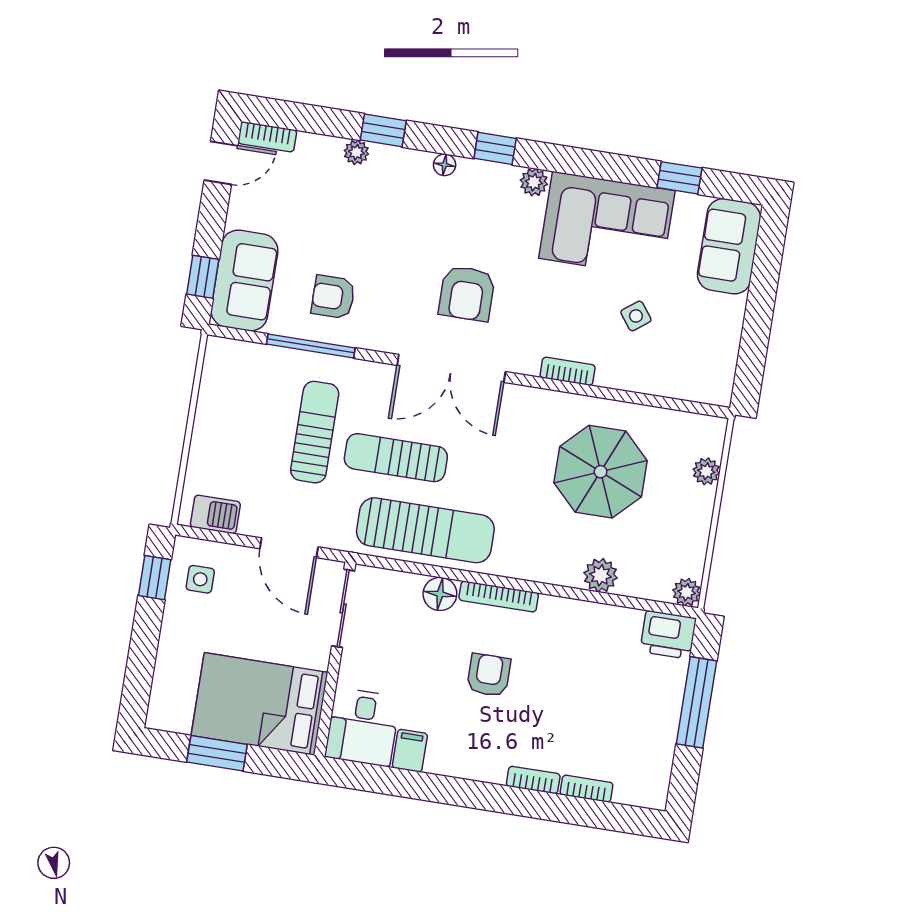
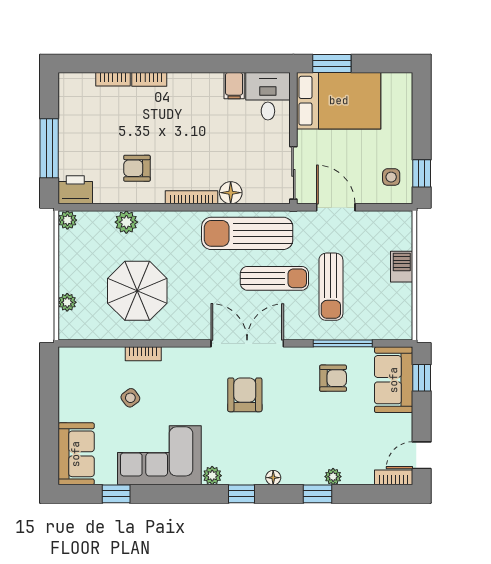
bookcase: (568, 371) -> (143, 354), moved
barbecue: (215, 514) -> (402, 267), moved, turned 90
armchair: (489, 675) -> (137, 168), moved, turned 90
window: (217, 753) -> (332, 63), moved

